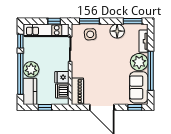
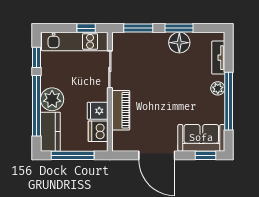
window: (133, 21) -> (179, 28), moved
side table: (90, 34) -> (140, 47), removed
plant: (139, 62) -> (218, 88), width x0.53, depth x0.53
sofa: (139, 87) -> (201, 138), moved, turned 90
piano: (77, 91) -> (121, 110), moved
window: (45, 107) -> (73, 155), width x2.17

